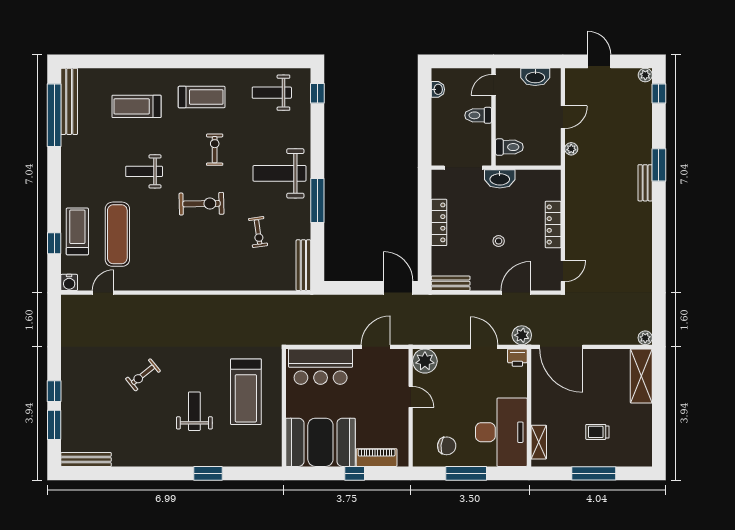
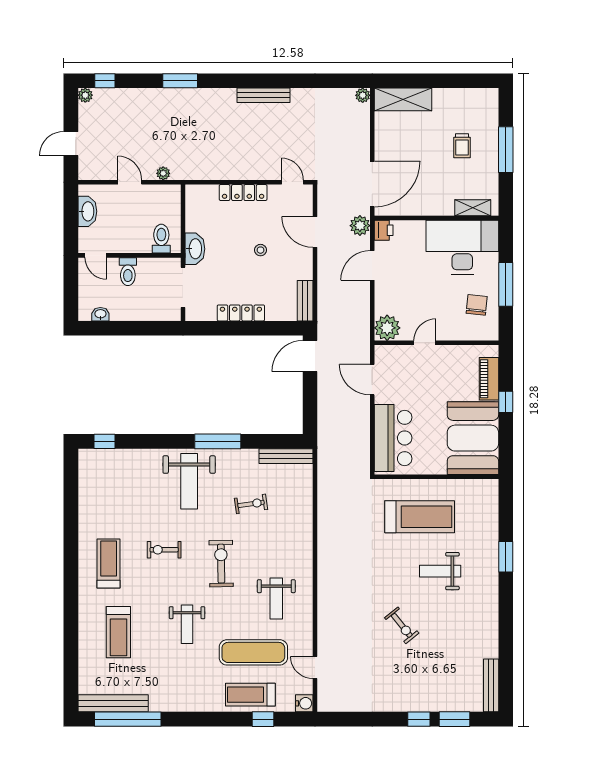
weight bench: (272, 93) -> (276, 599), moved
bench: (645, 183) -> (263, 95), moved, width x1.36

